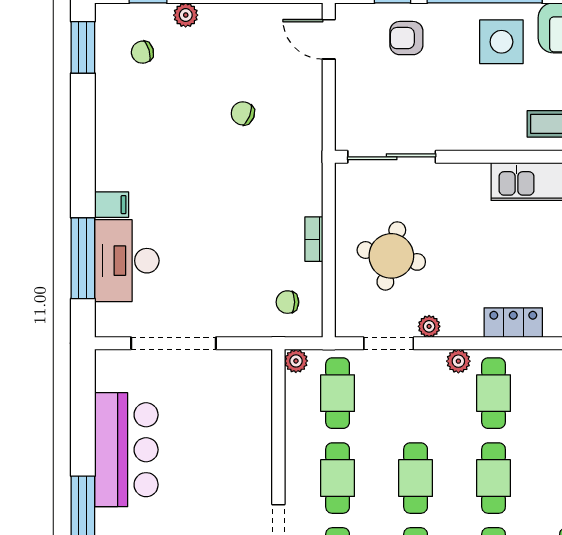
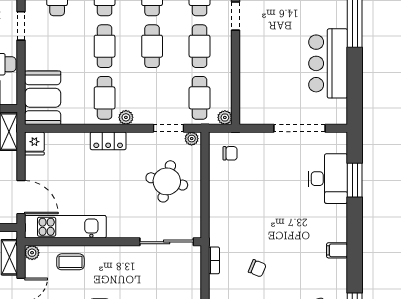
filing cabinet: (112, 205) -> (337, 250), moved
bookcase: (314, 239) -> (214, 260), moved
window: (83, 258) -> (355, 180), width x0.69
locker: (513, 323) -> (108, 141), moved
plant: (429, 326) -> (192, 139), moved

